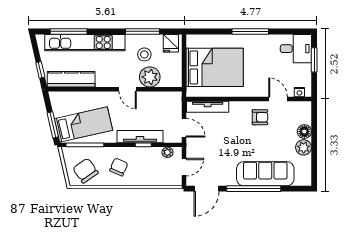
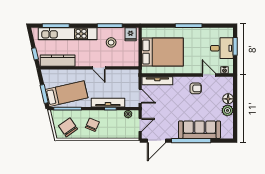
desk: (296, 49) -> (222, 48), moved
plant: (150, 77) -> (115, 59), removed

